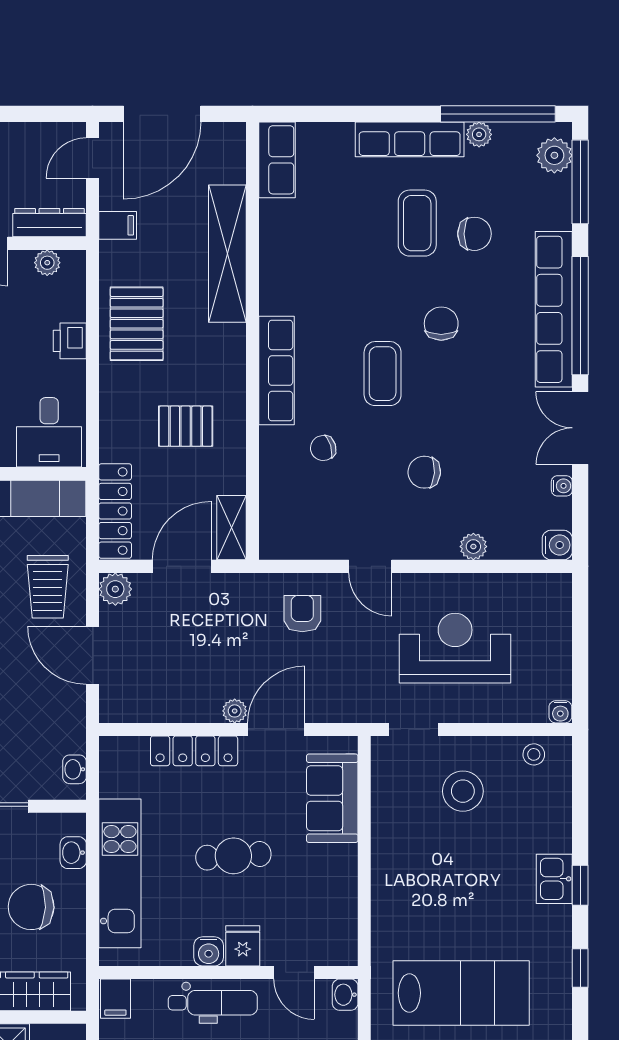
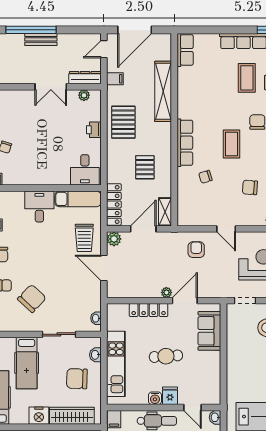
pallet: (186, 426) -> (145, 167), turned 90

